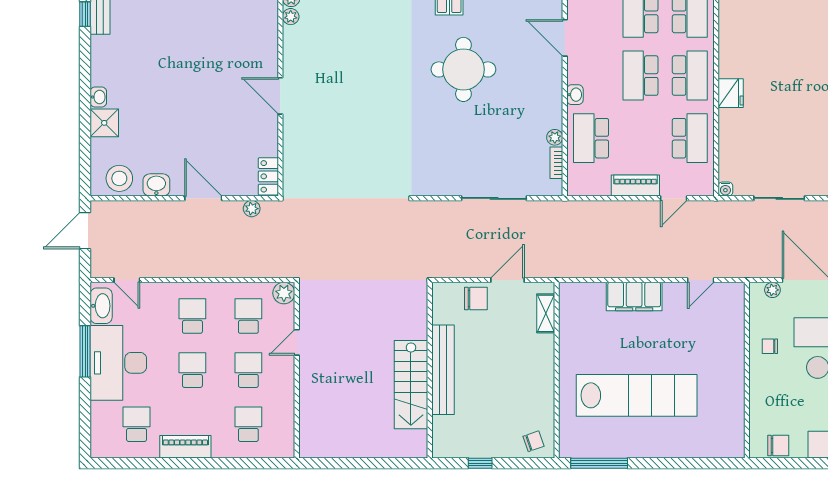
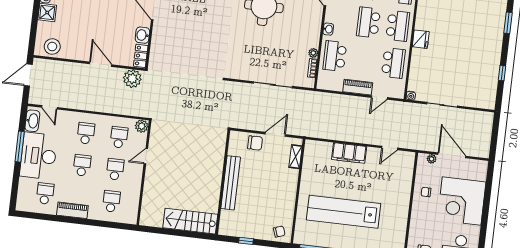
washbasin: (156, 185) -> (142, 35), moved, turned -90
plant: (252, 209) -> (132, 79), width x1.87, depth x1.87
stairs: (411, 385) -> (190, 221), moved, turned 90
lab bench: (637, 395) -> (344, 212), turned 180

